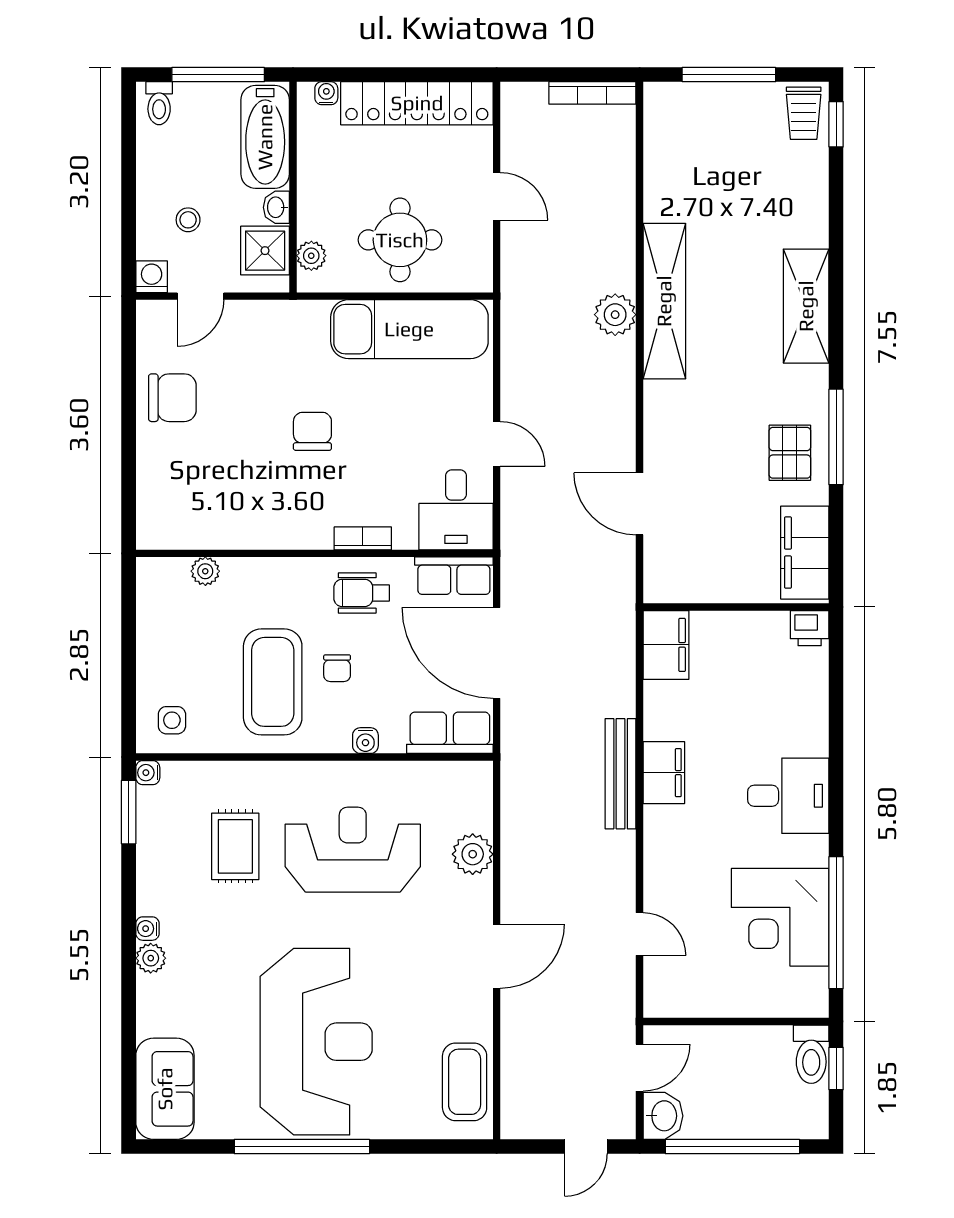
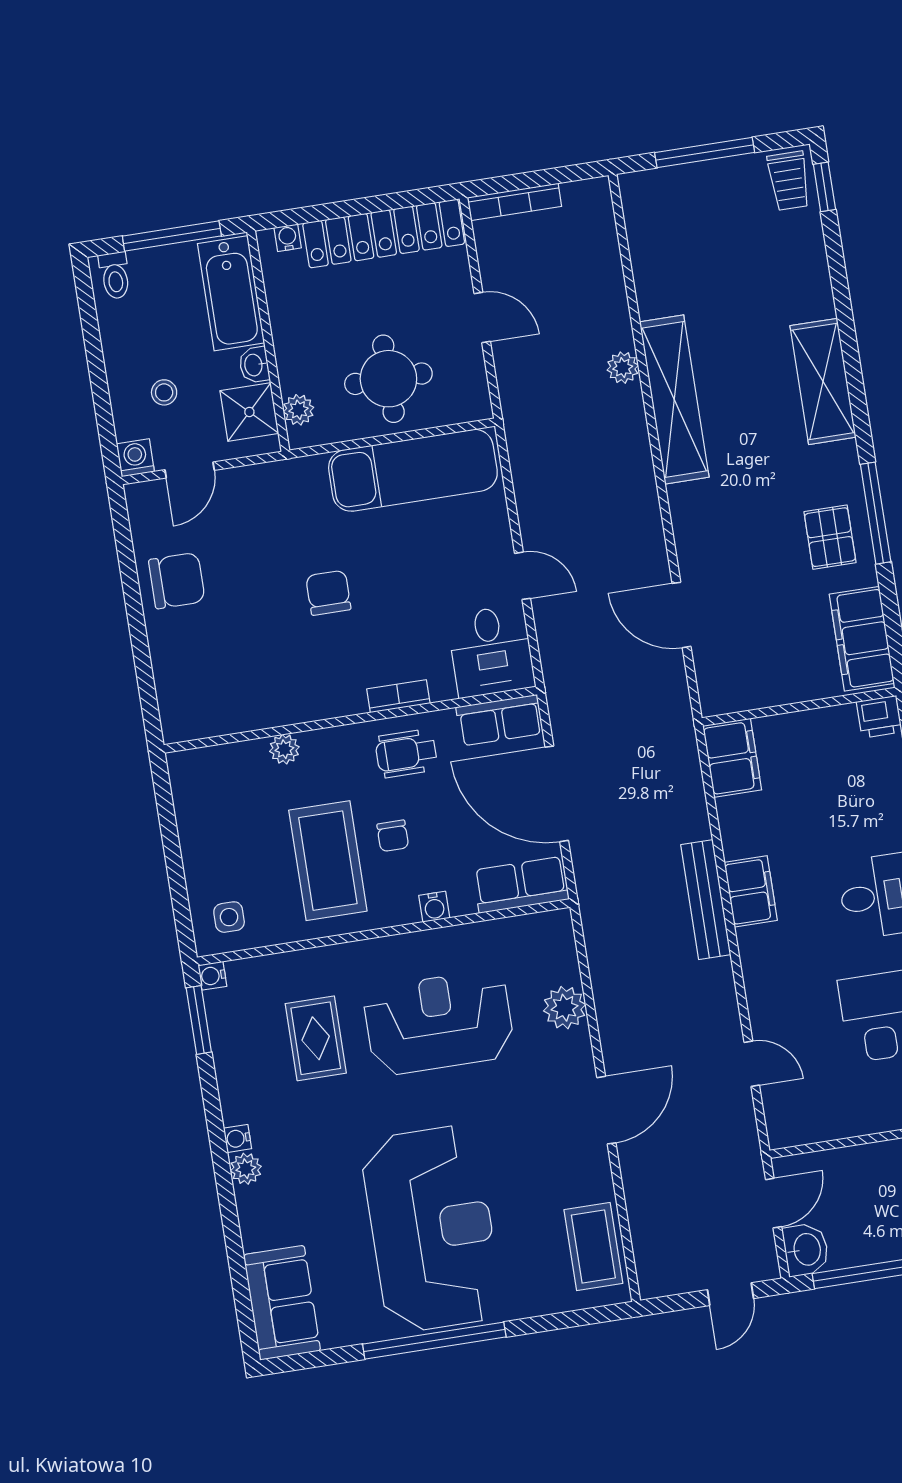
bookcase: (592, 93) -> (514, 202), moved
plant: (615, 315) -> (623, 368), moved, width x0.73, depth x0.73
plant: (205, 571) -> (284, 749), moved

